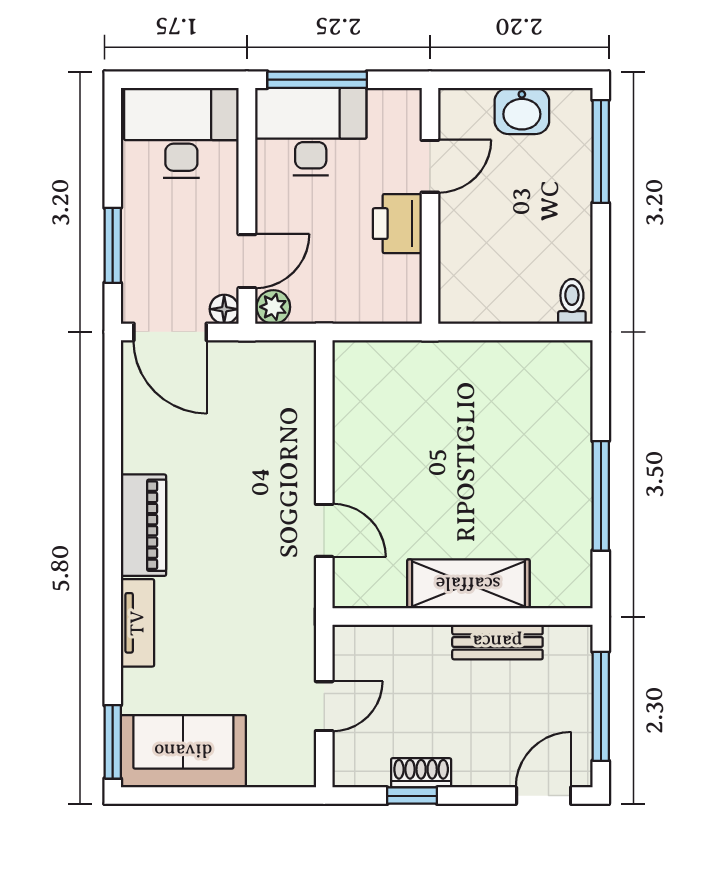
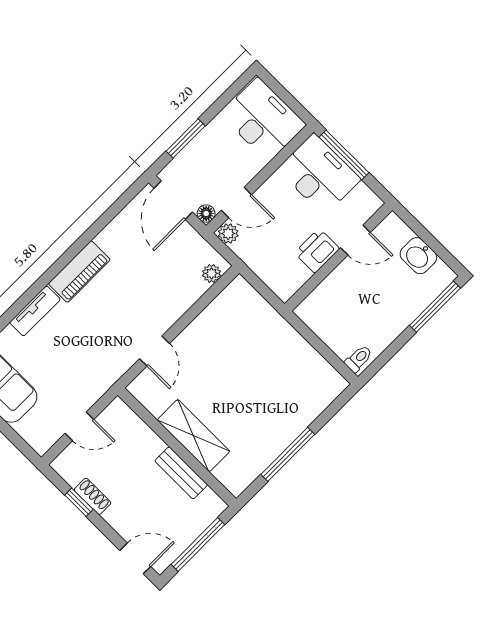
plant: (300, 373) -> (211, 273), added

